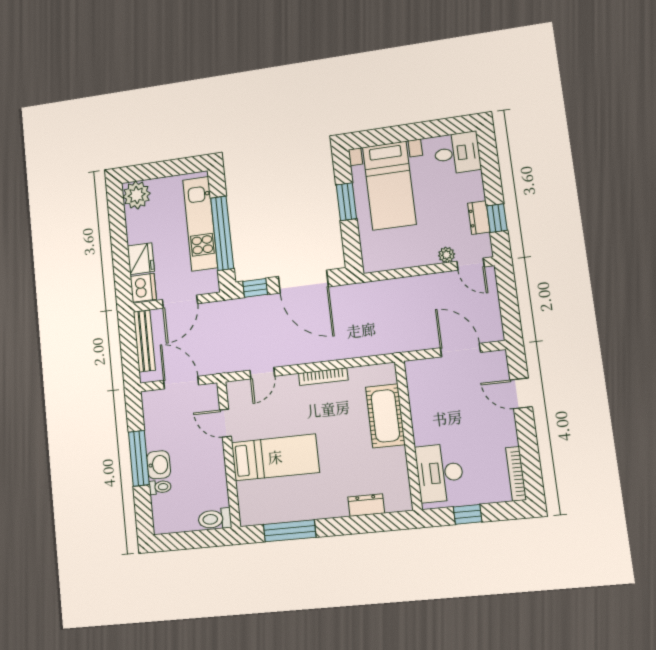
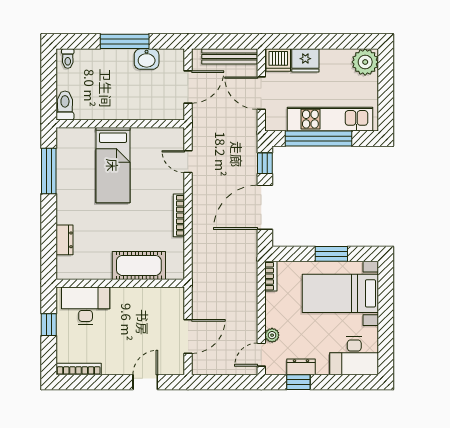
desk: (457, 153) -> (354, 356), width x1.37
bookcase: (379, 265) -> (271, 276), added
door: (226, 423) -> (148, 124), removed
washbasin: (159, 465) -> (147, 59), moved
toilet: (160, 487) -> (68, 59), moved

